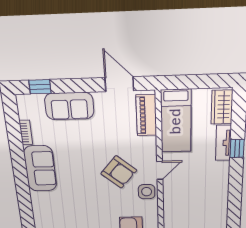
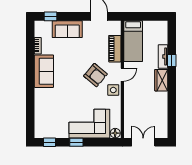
wardrobe: (222, 107) -> (161, 80), moved
piano: (146, 115) -> (115, 49), moved

